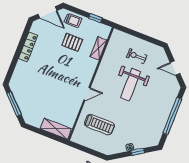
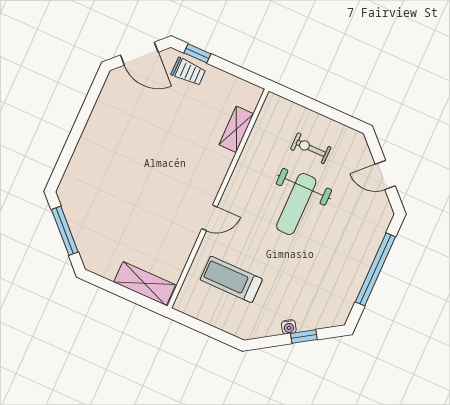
window: (95, 18) -> (197, 53), moved
pallet: (72, 42) -> (185, 115), removed
locker: (28, 47) -> (98, 120), removed
treadmill: (99, 125) -> (231, 279), turned 180

